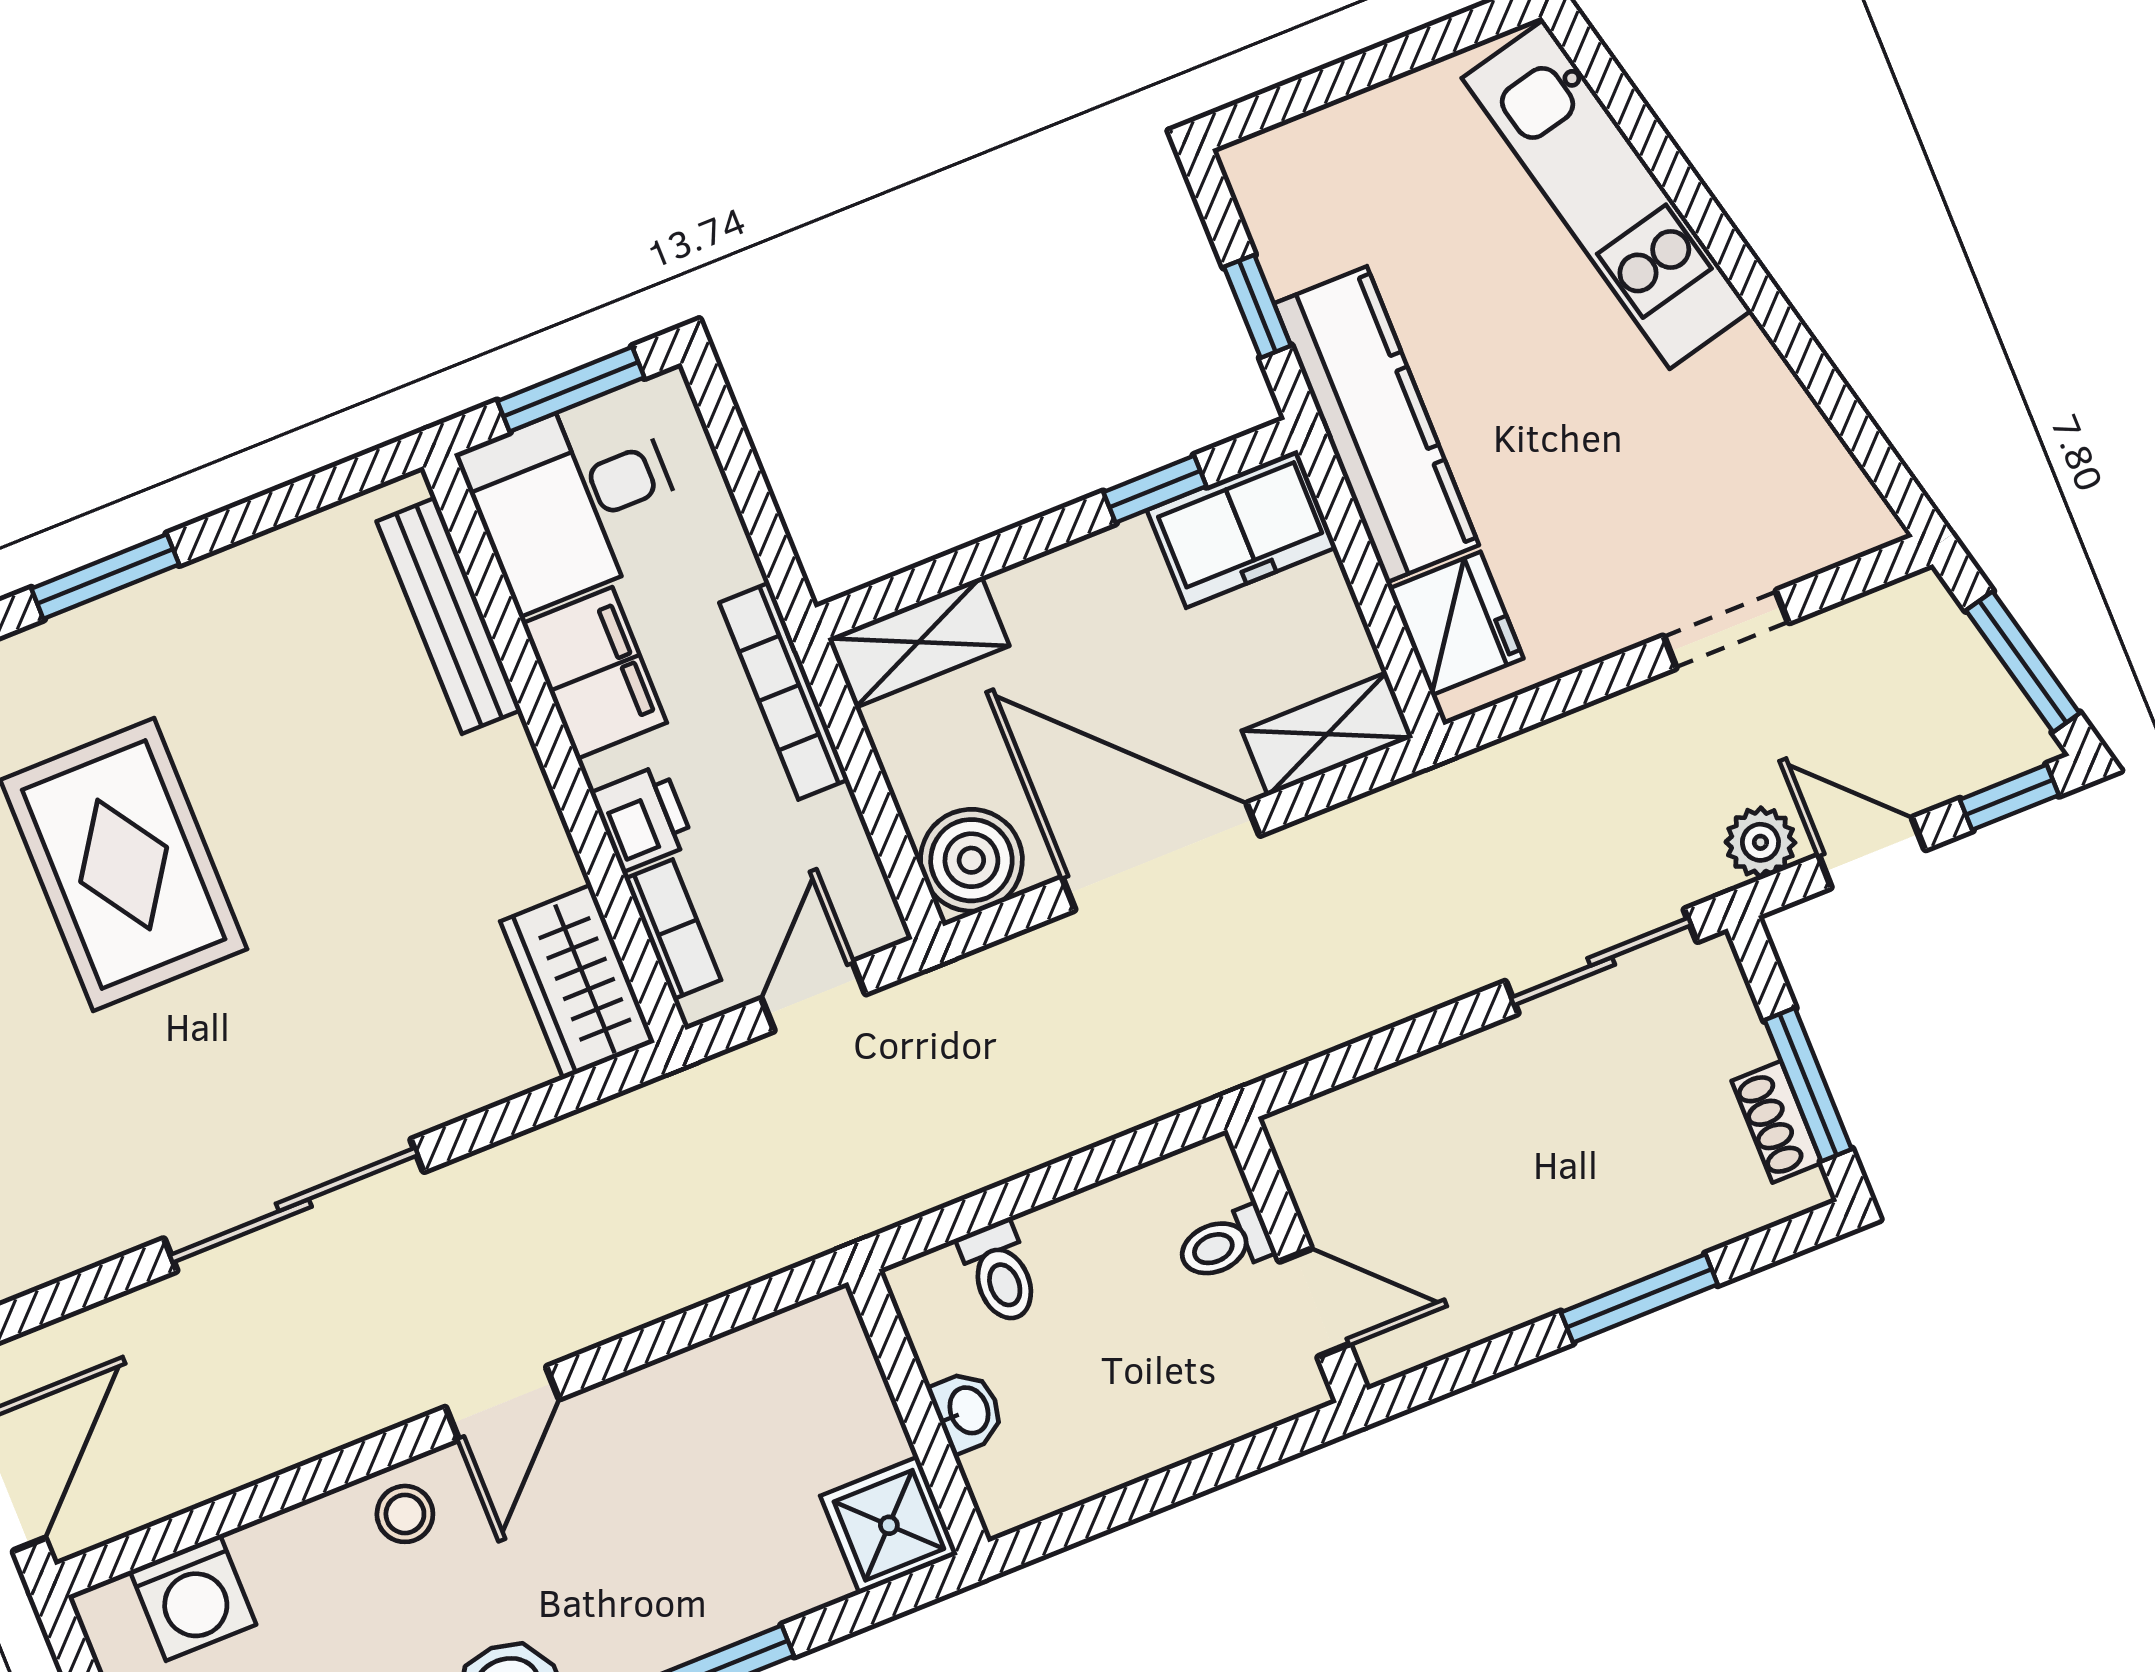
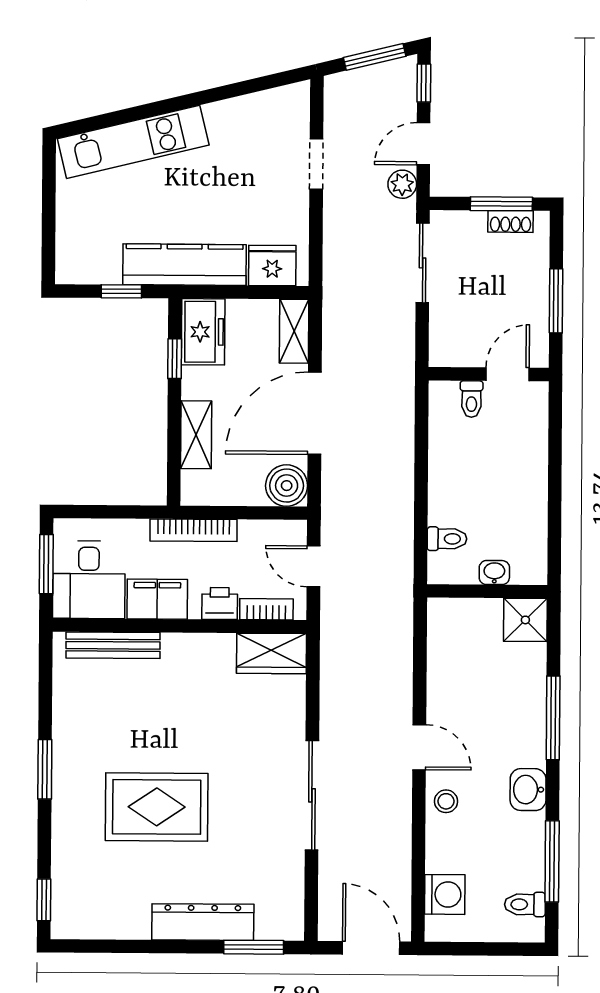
shelving: (918, 642) -> (196, 435), moved
toilet: (1225, 1244) -> (471, 399), moved
wall: (1297, 1260) -> (489, 374), moved
door: (1315, 1303) -> (508, 374), moved

